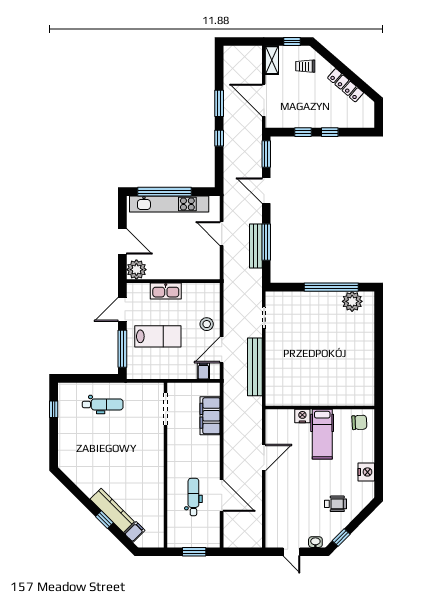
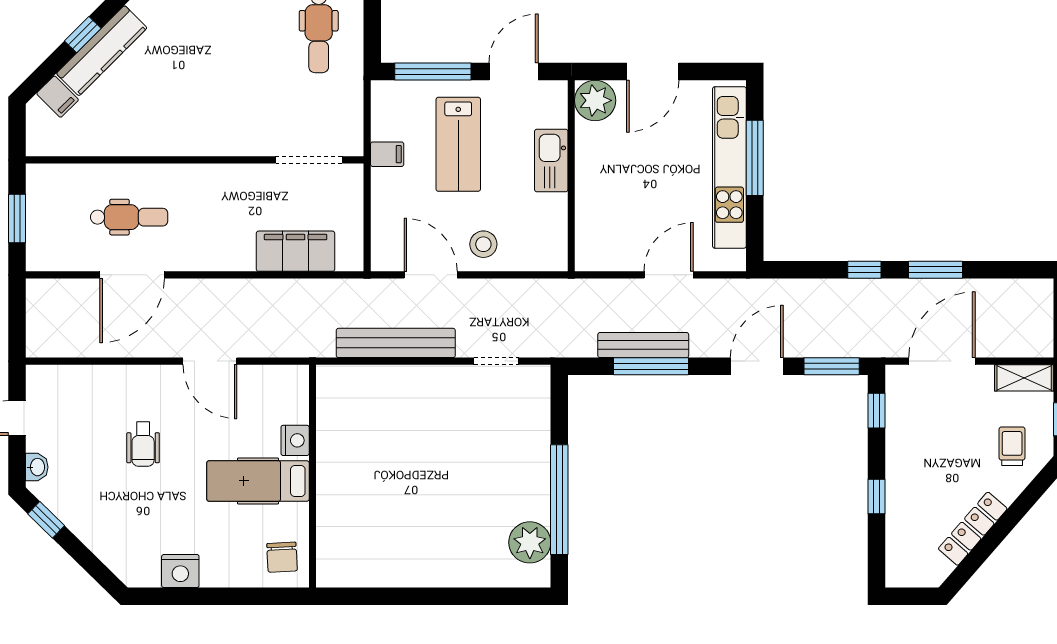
window: (303, 132) -> (877, 411), moved
window: (165, 192) -> (755, 158), width x0.68
door: (122, 309) -> (514, 71), hinge flipped
filing cabinet: (203, 371) -> (387, 154), moved
wheelchair: (336, 504) -> (143, 444), moved

